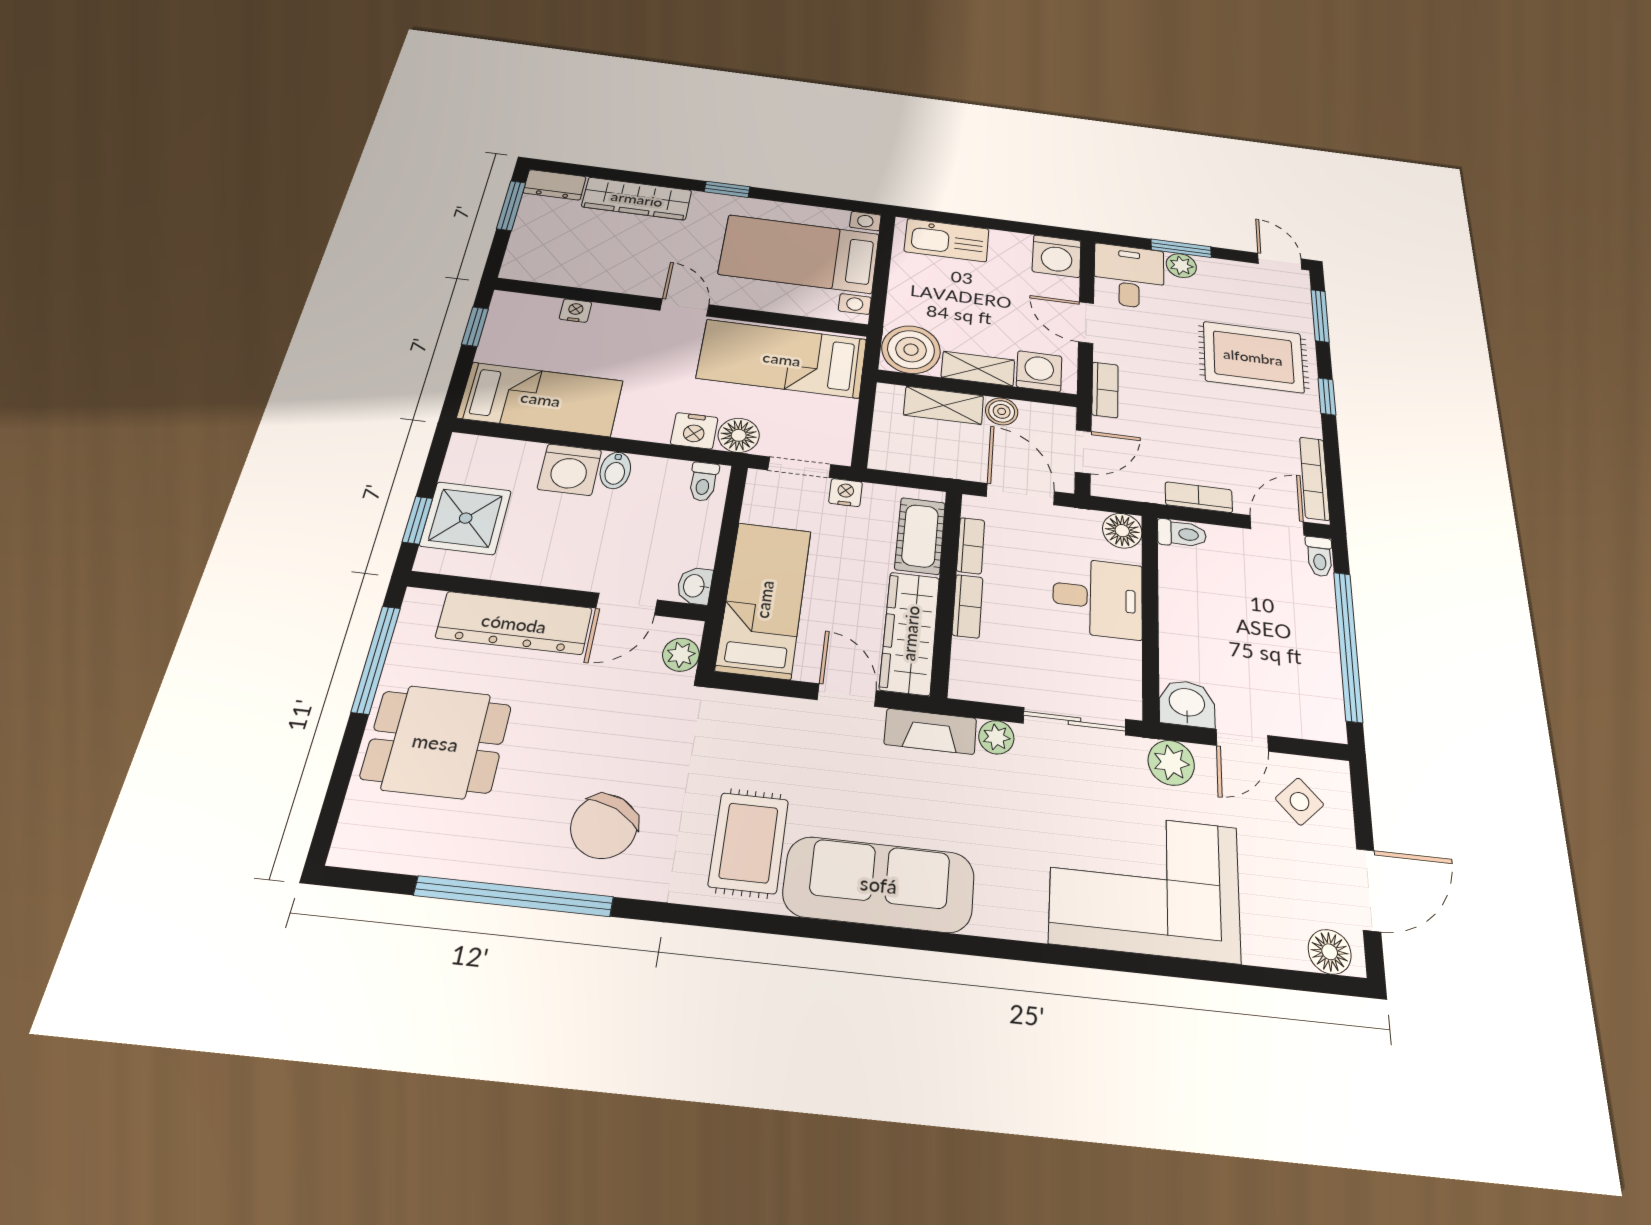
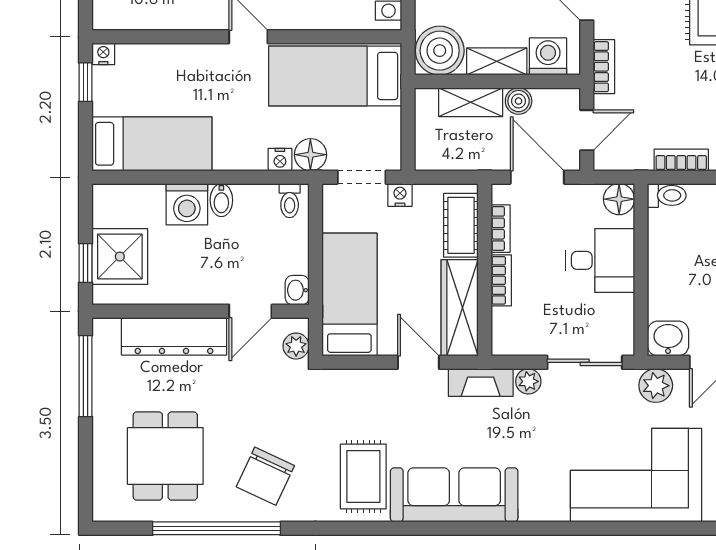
nightstand: (575, 311) -> (103, 54), moved
nightstand: (694, 431) -> (280, 160), width x0.72, depth x0.74
dining table: (436, 742) -> (165, 456), moved, turned 90

